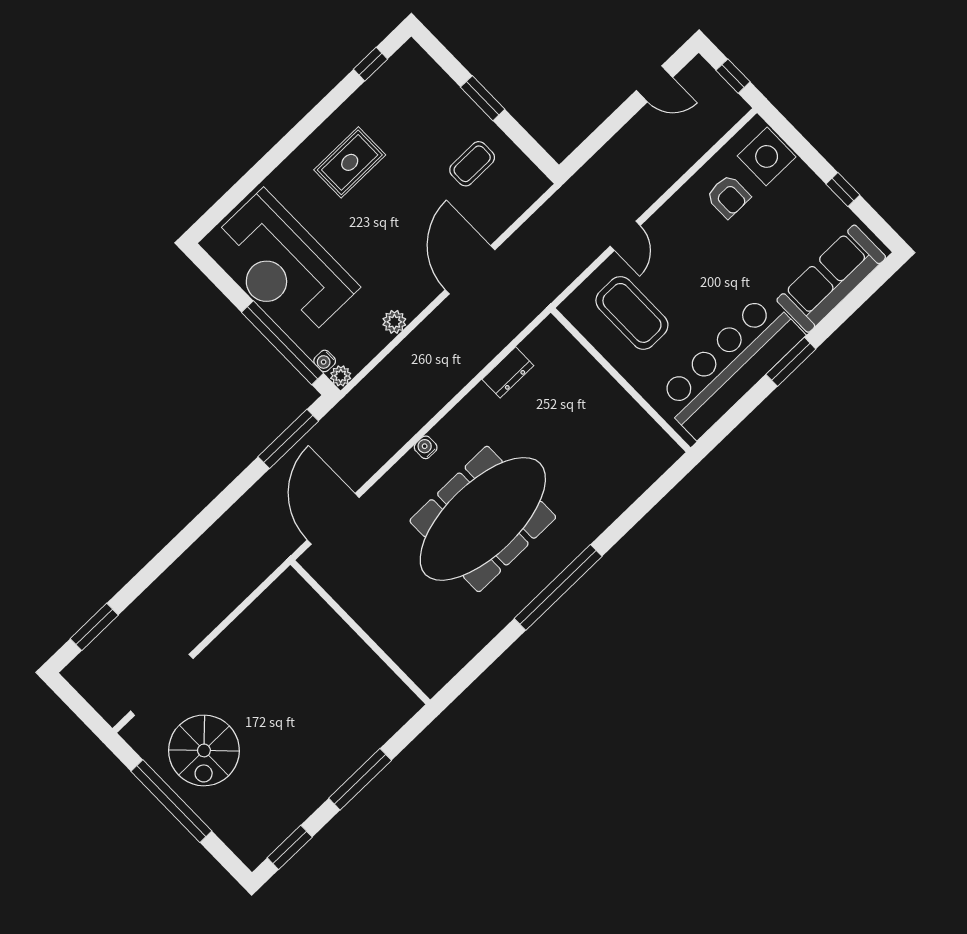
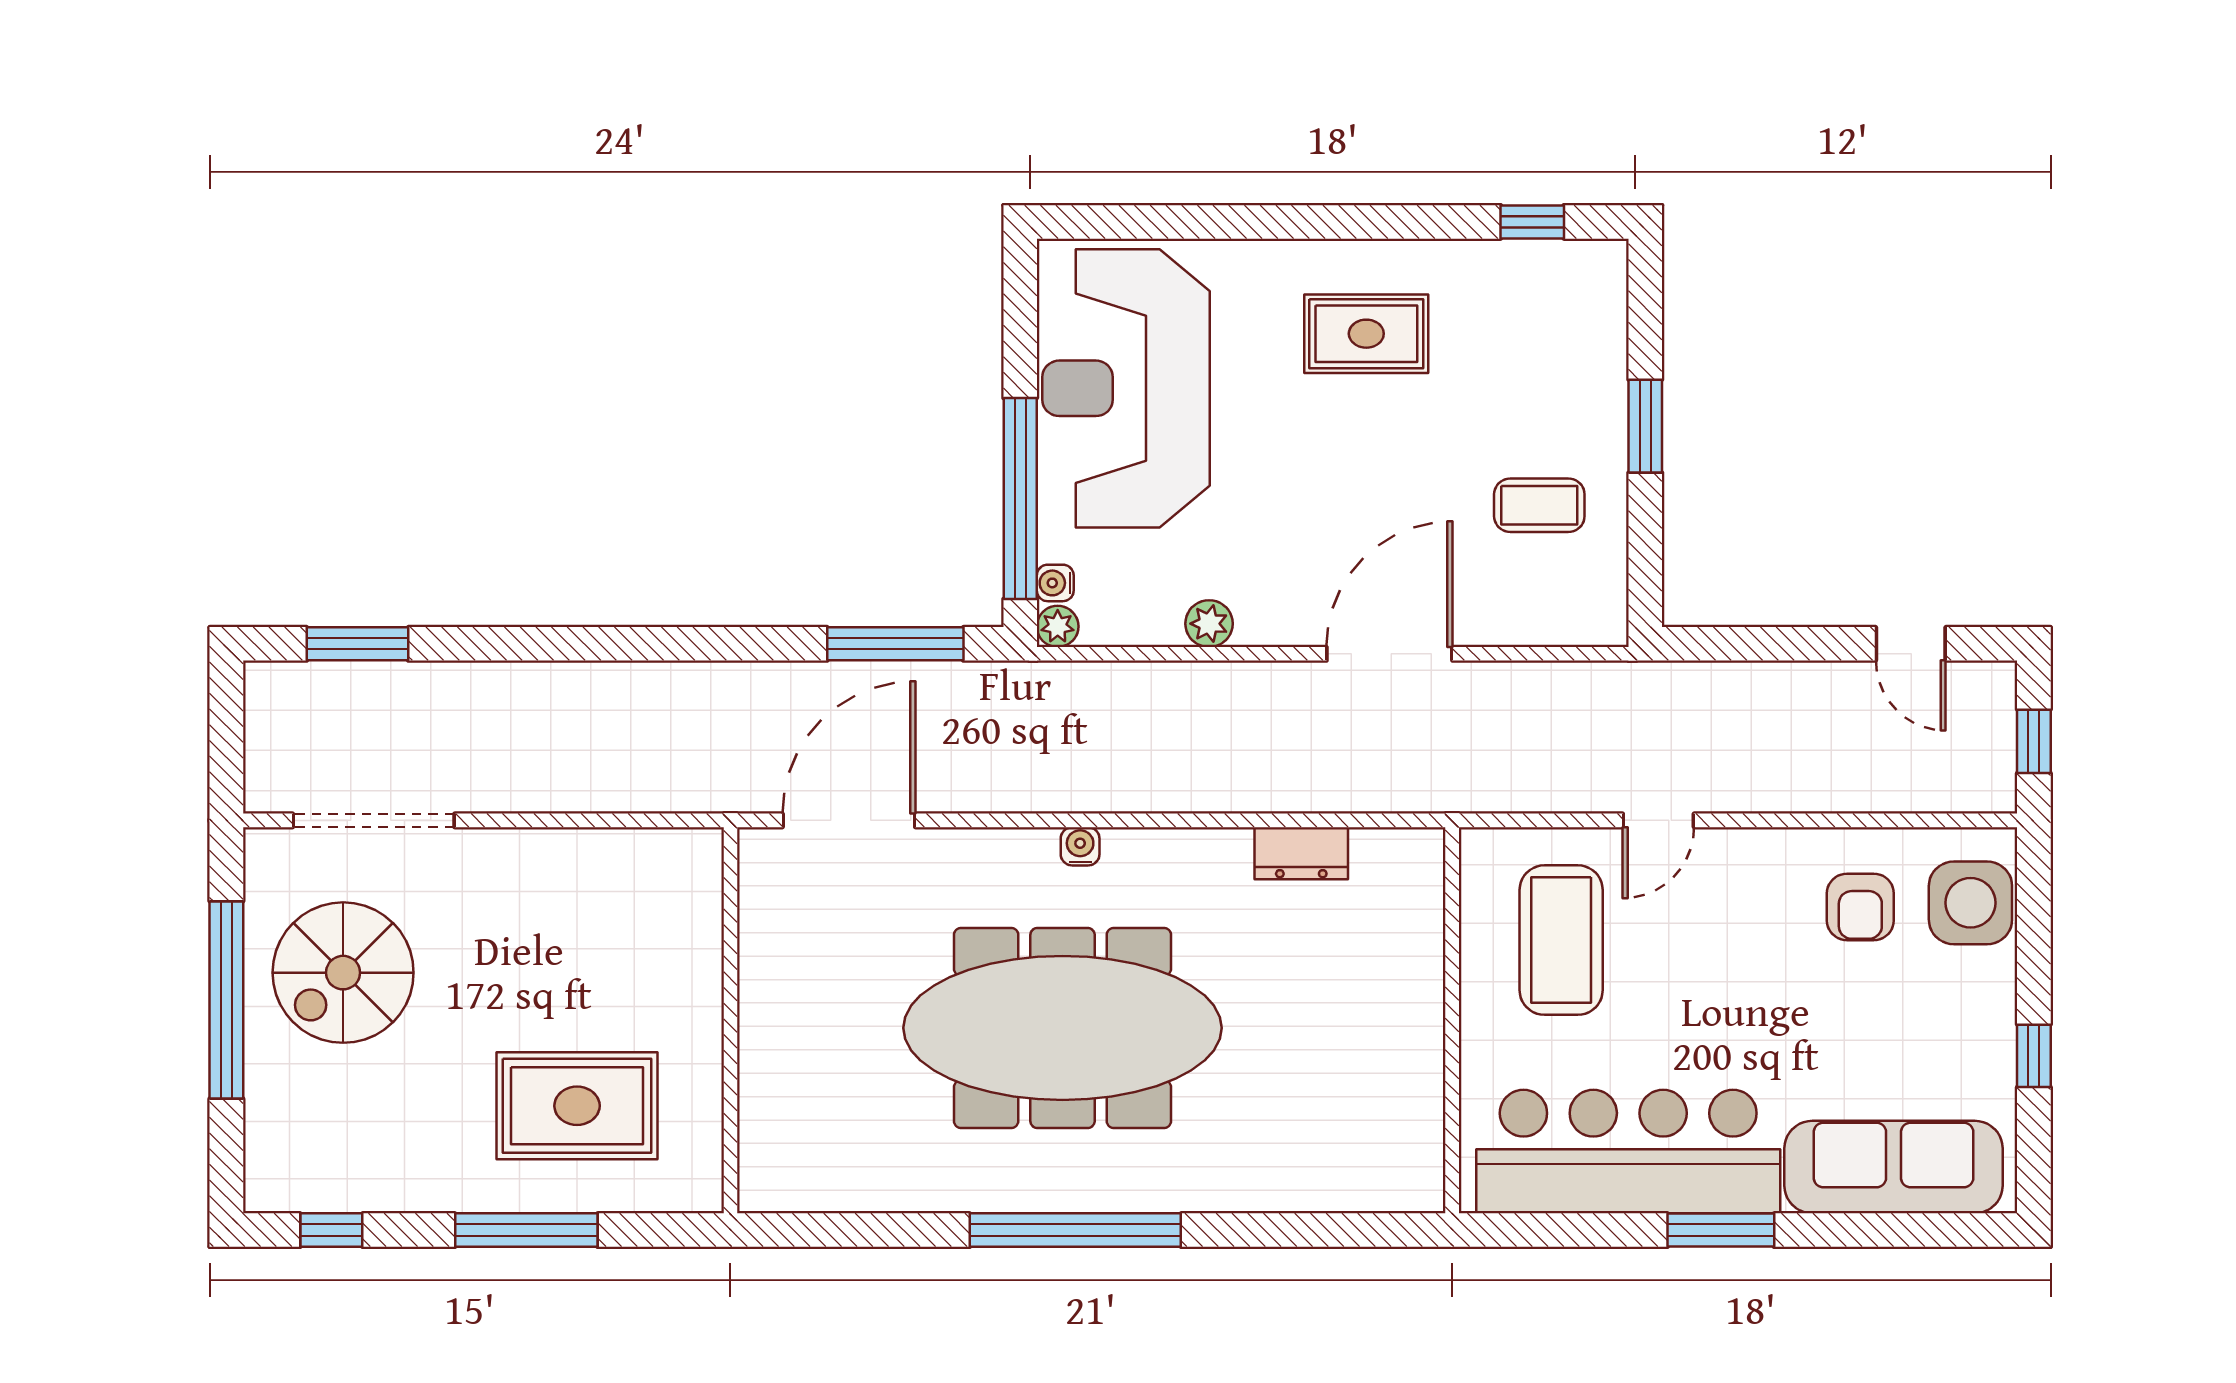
rug: (335, 717) -> (577, 1106), added
window: (290, 847) -> (331, 1230), width x0.67

